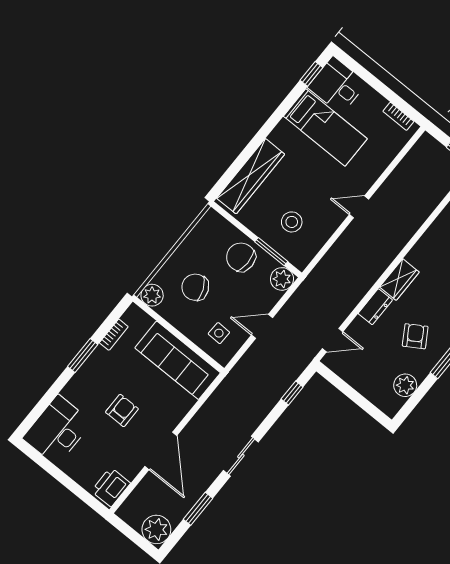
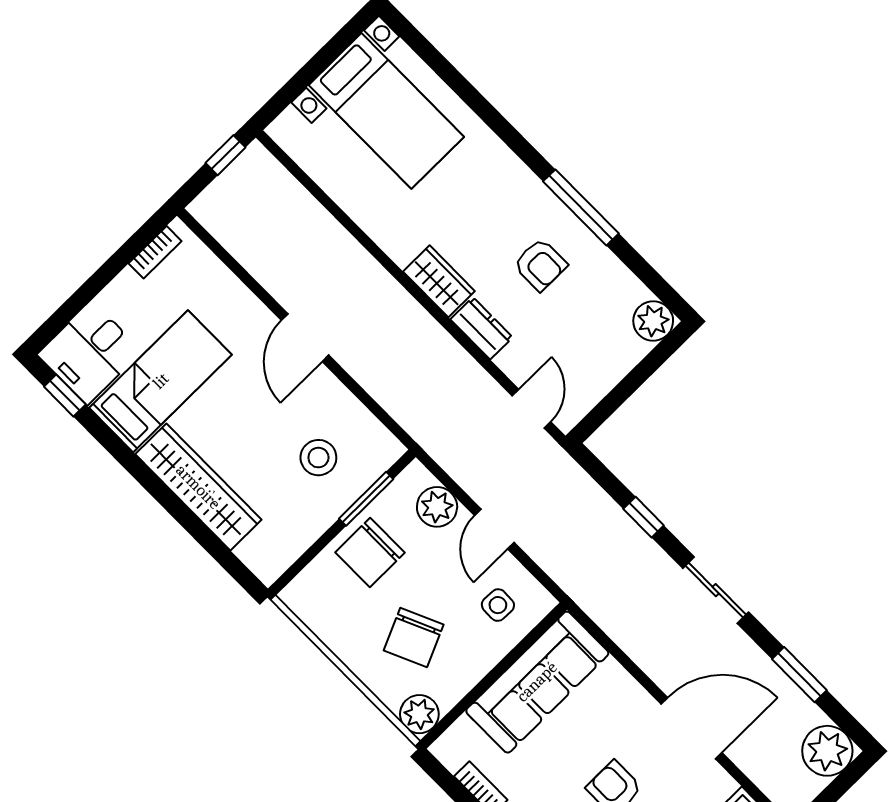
wardrobe: (251, 176) -> (198, 487), moved
door: (359, 207) -> (305, 338), width x1.38
plant: (282, 279) -> (437, 507), moved
armchair: (415, 336) -> (540, 265), turned -148
plant: (405, 385) -> (653, 321), moved
window: (292, 393) -> (644, 517), moved

